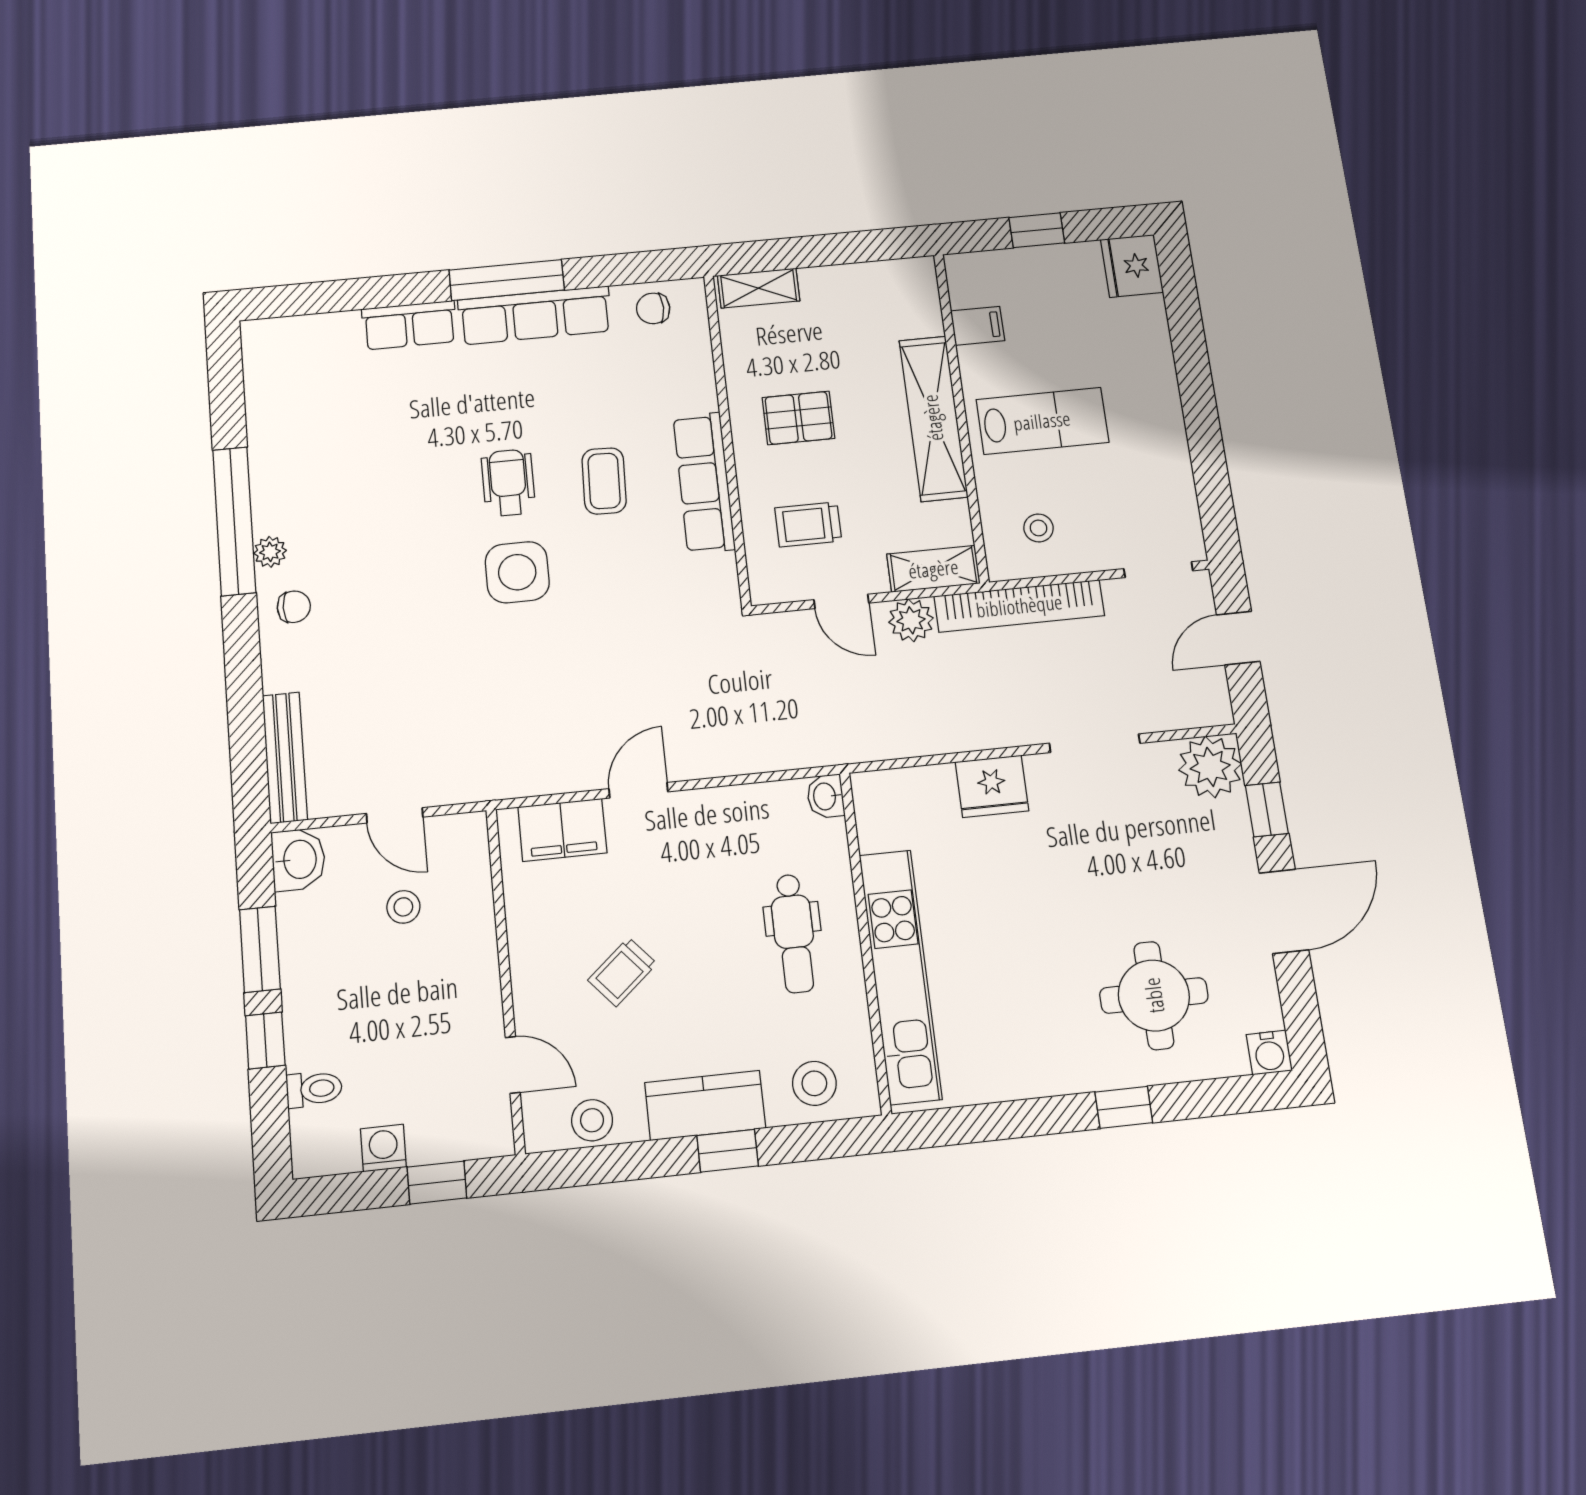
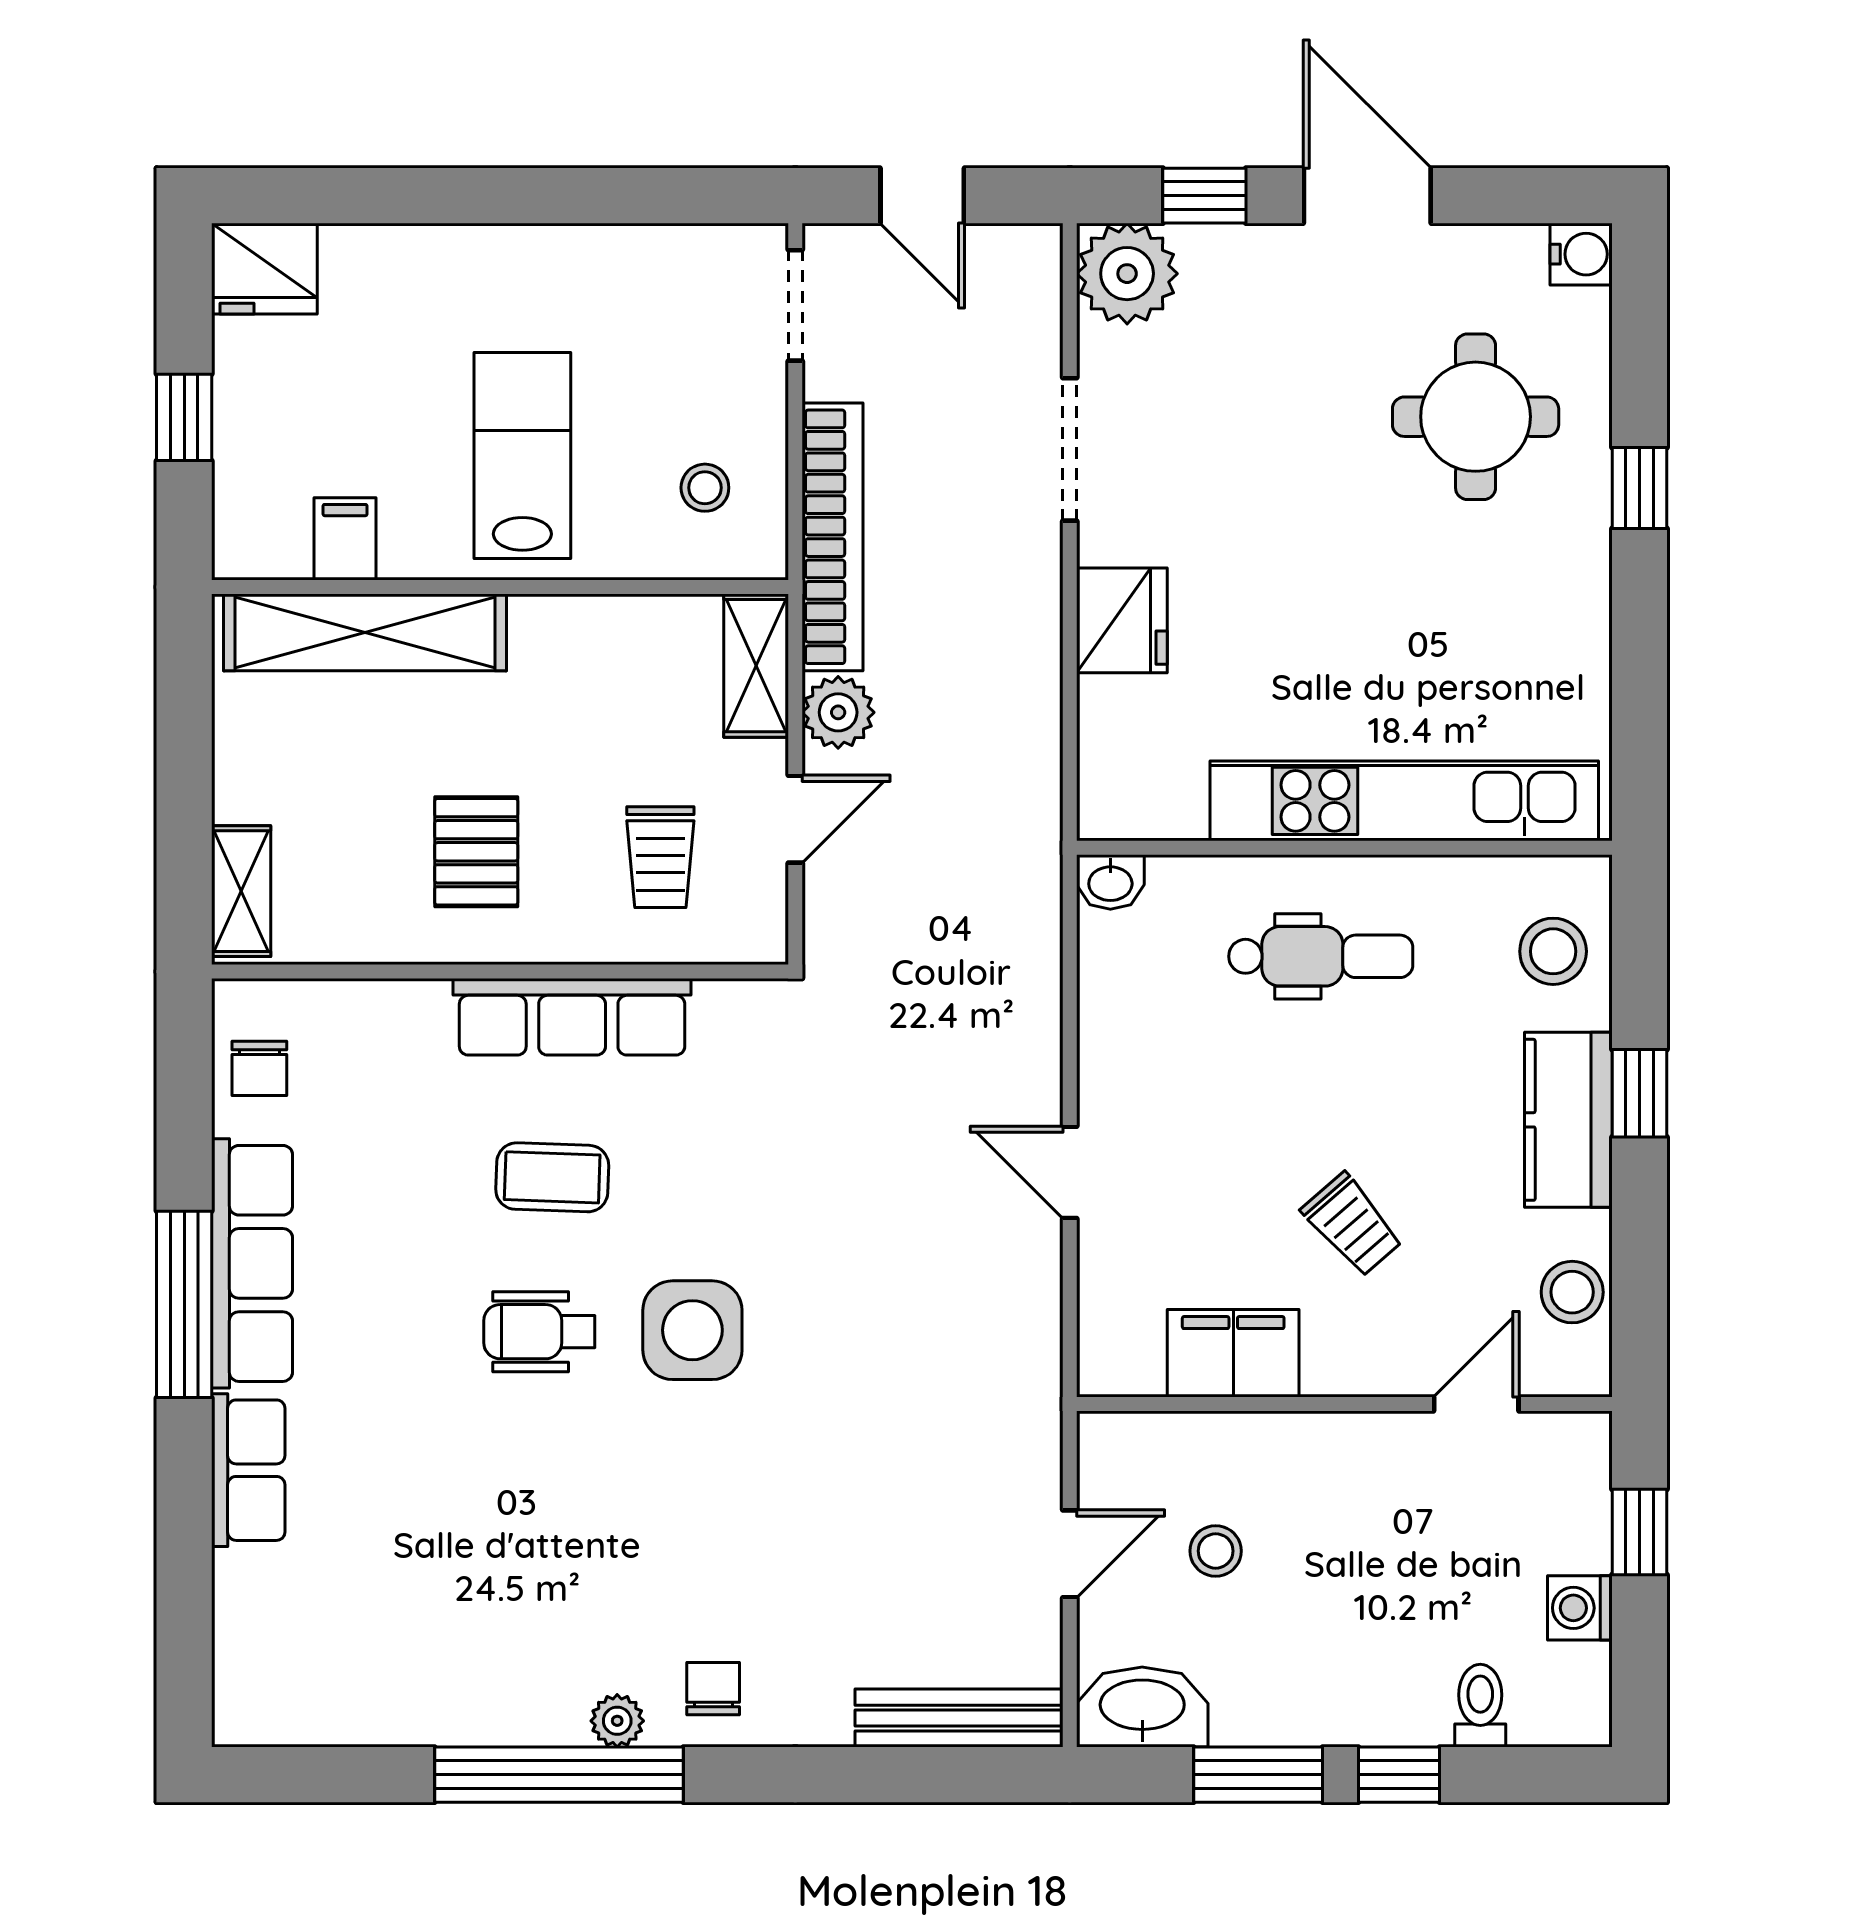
shelving: (933, 418) -> (365, 632), moved
filing cabinet: (562, 830) -> (1233, 1353), moved, turned -90
washbasin: (298, 859) -> (1142, 1707), width x1.38

